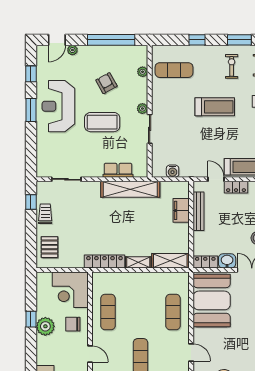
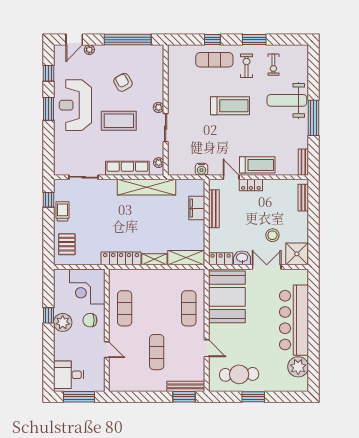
exercise mat: (174, 70) -> (214, 60), moved
plant: (143, 72) -> (159, 163), moved
row of seats: (118, 170) -> (127, 168), width x1.48
water cooler: (173, 171) -> (202, 169), moved

